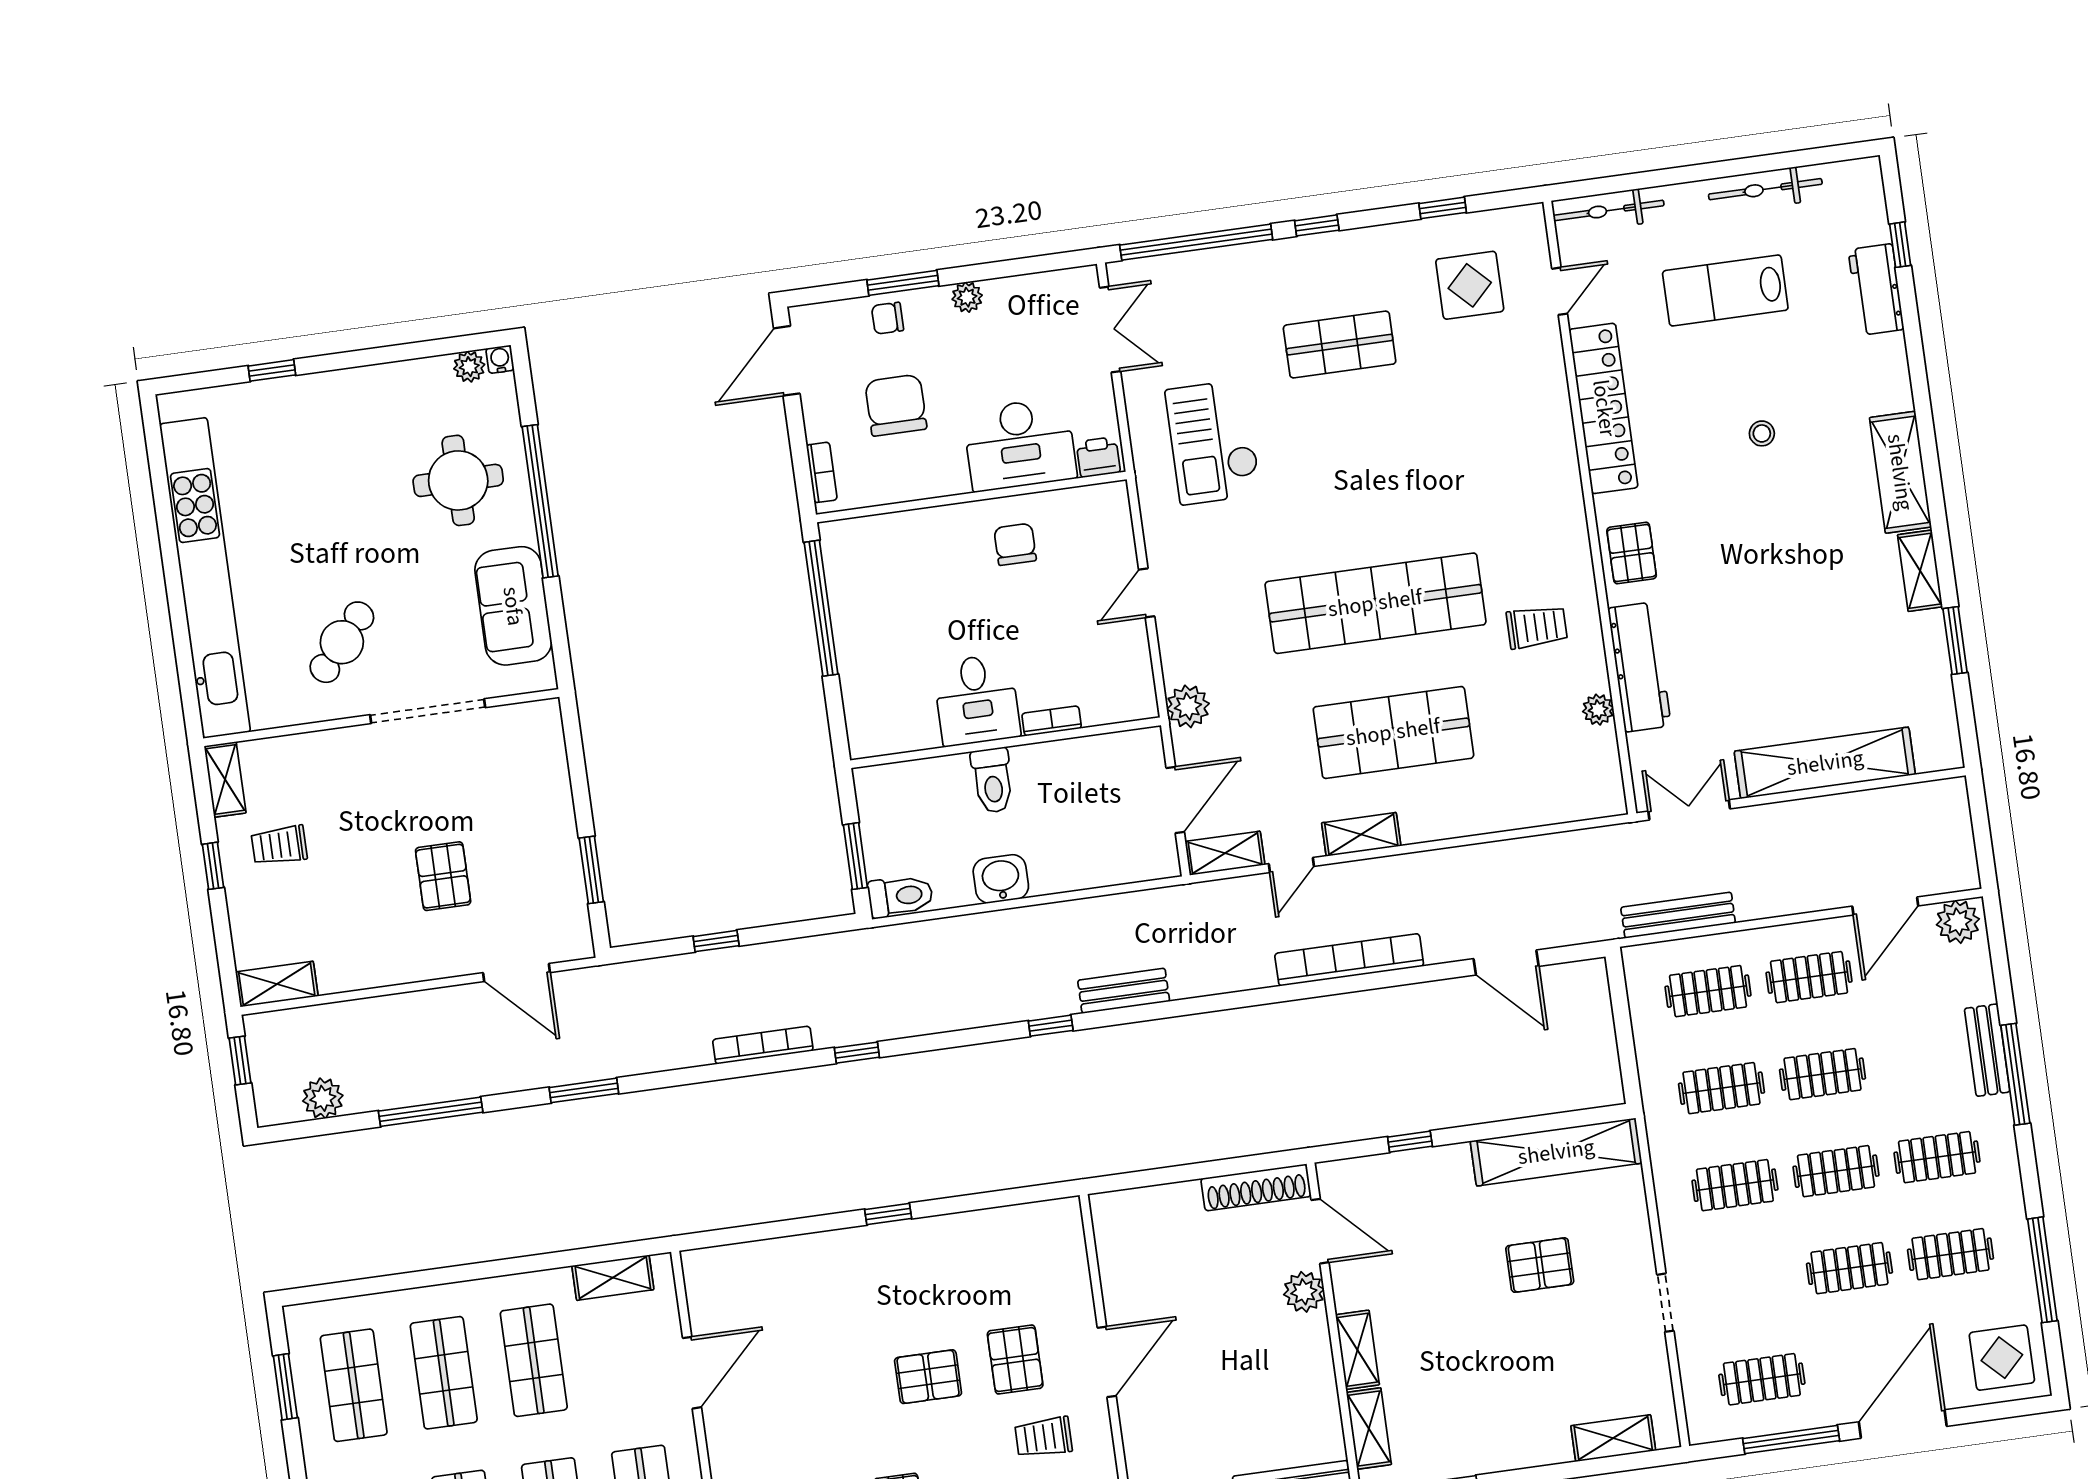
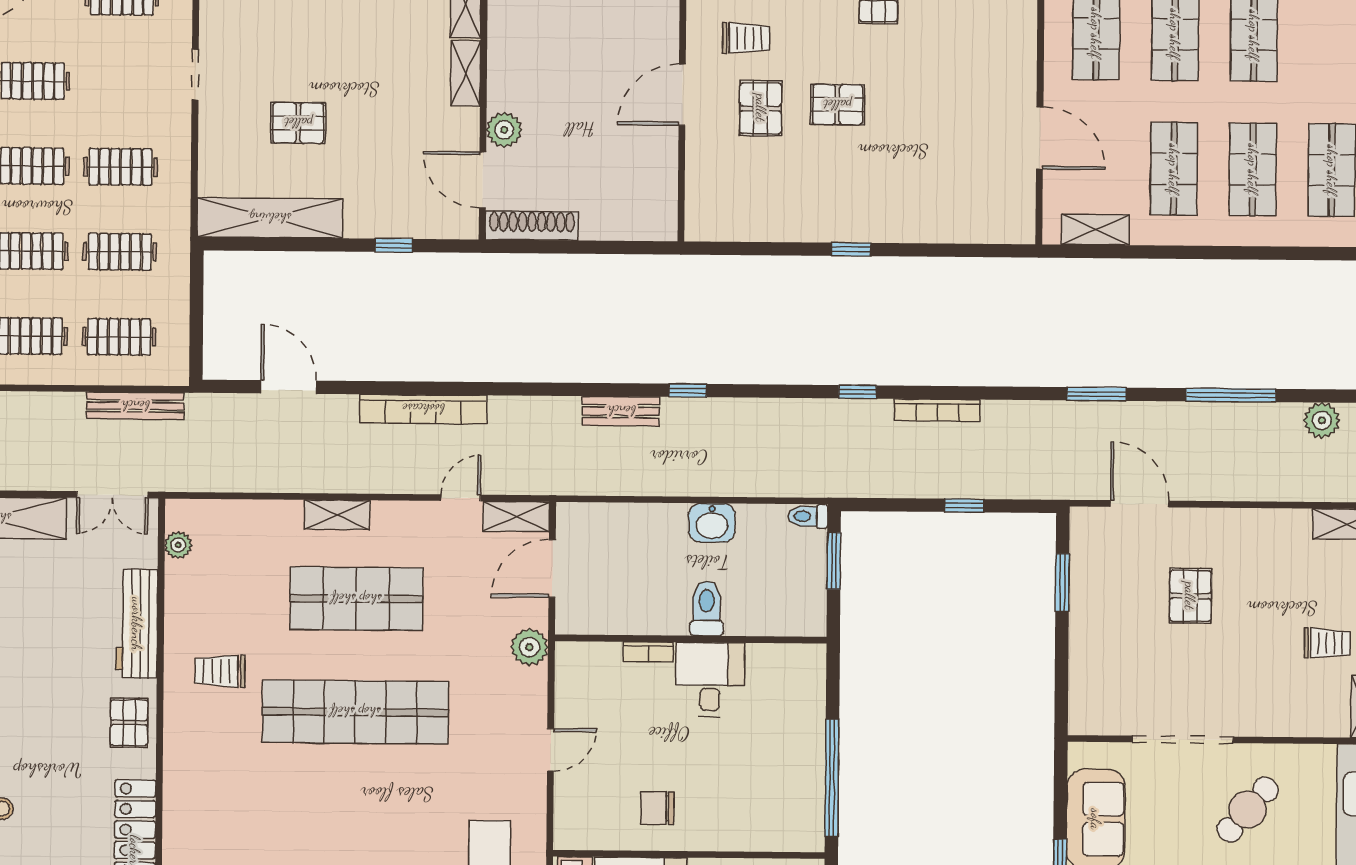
chair: (1015, 544) -> (657, 808), turned 90
plant: (1598, 710) -> (178, 545), moved
shelving: (1361, 834) -> (337, 515), moved
toilet: (900, 896) -> (808, 516), width x0.73, depth x0.72
door: (692, 1373) -> (1040, 138), swing flipped

